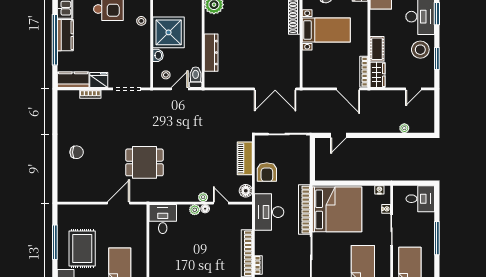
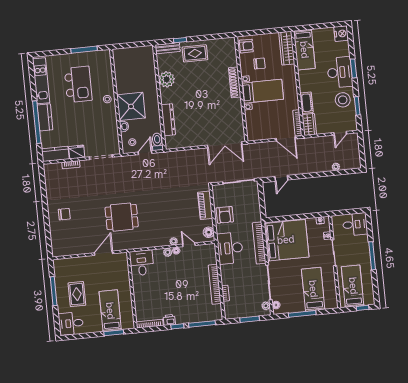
rug: (82, 248) -> (77, 294), width x0.73, depth x0.70

